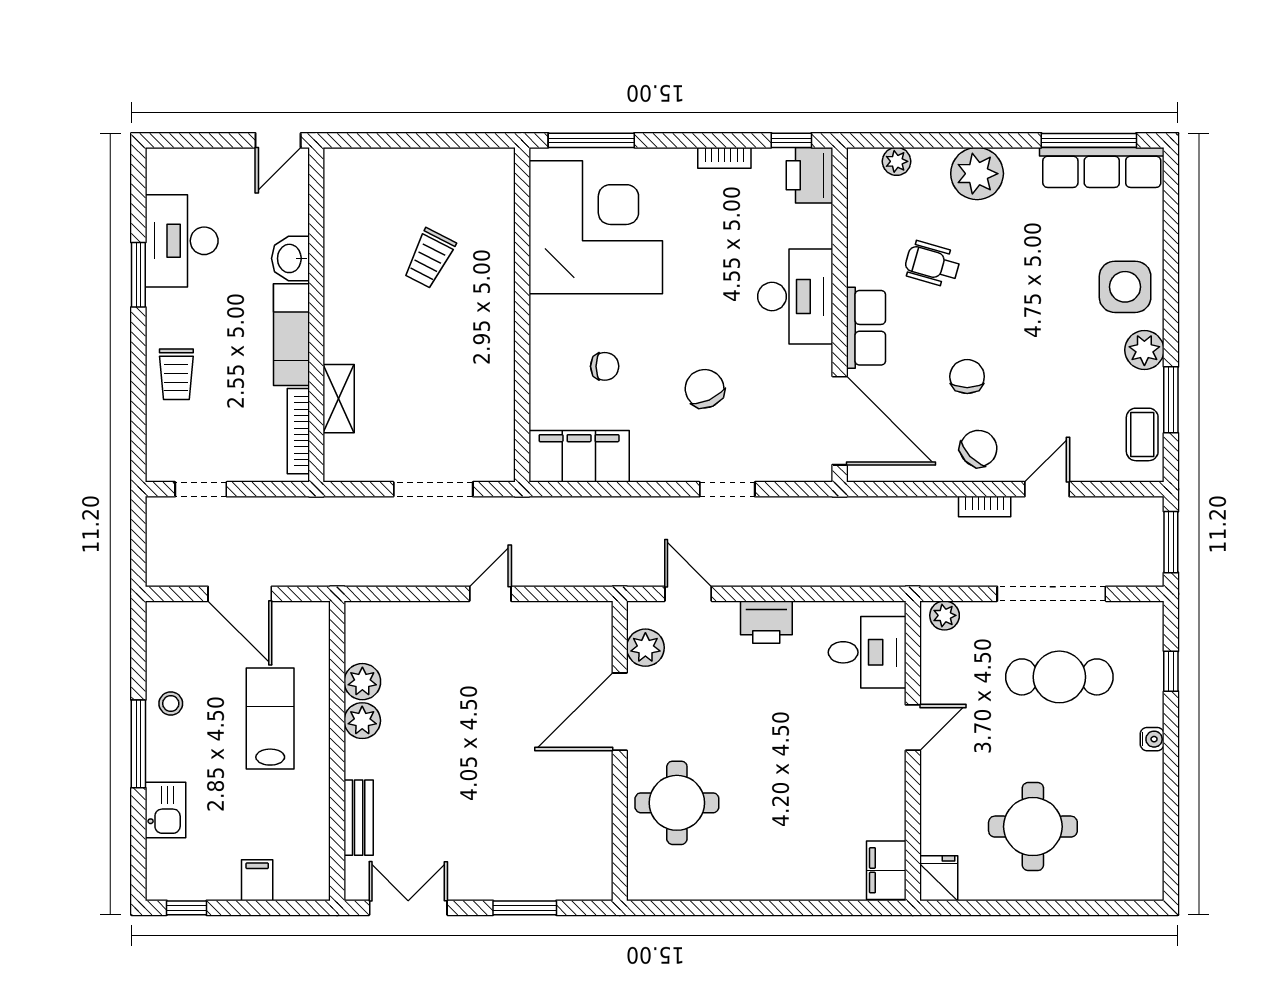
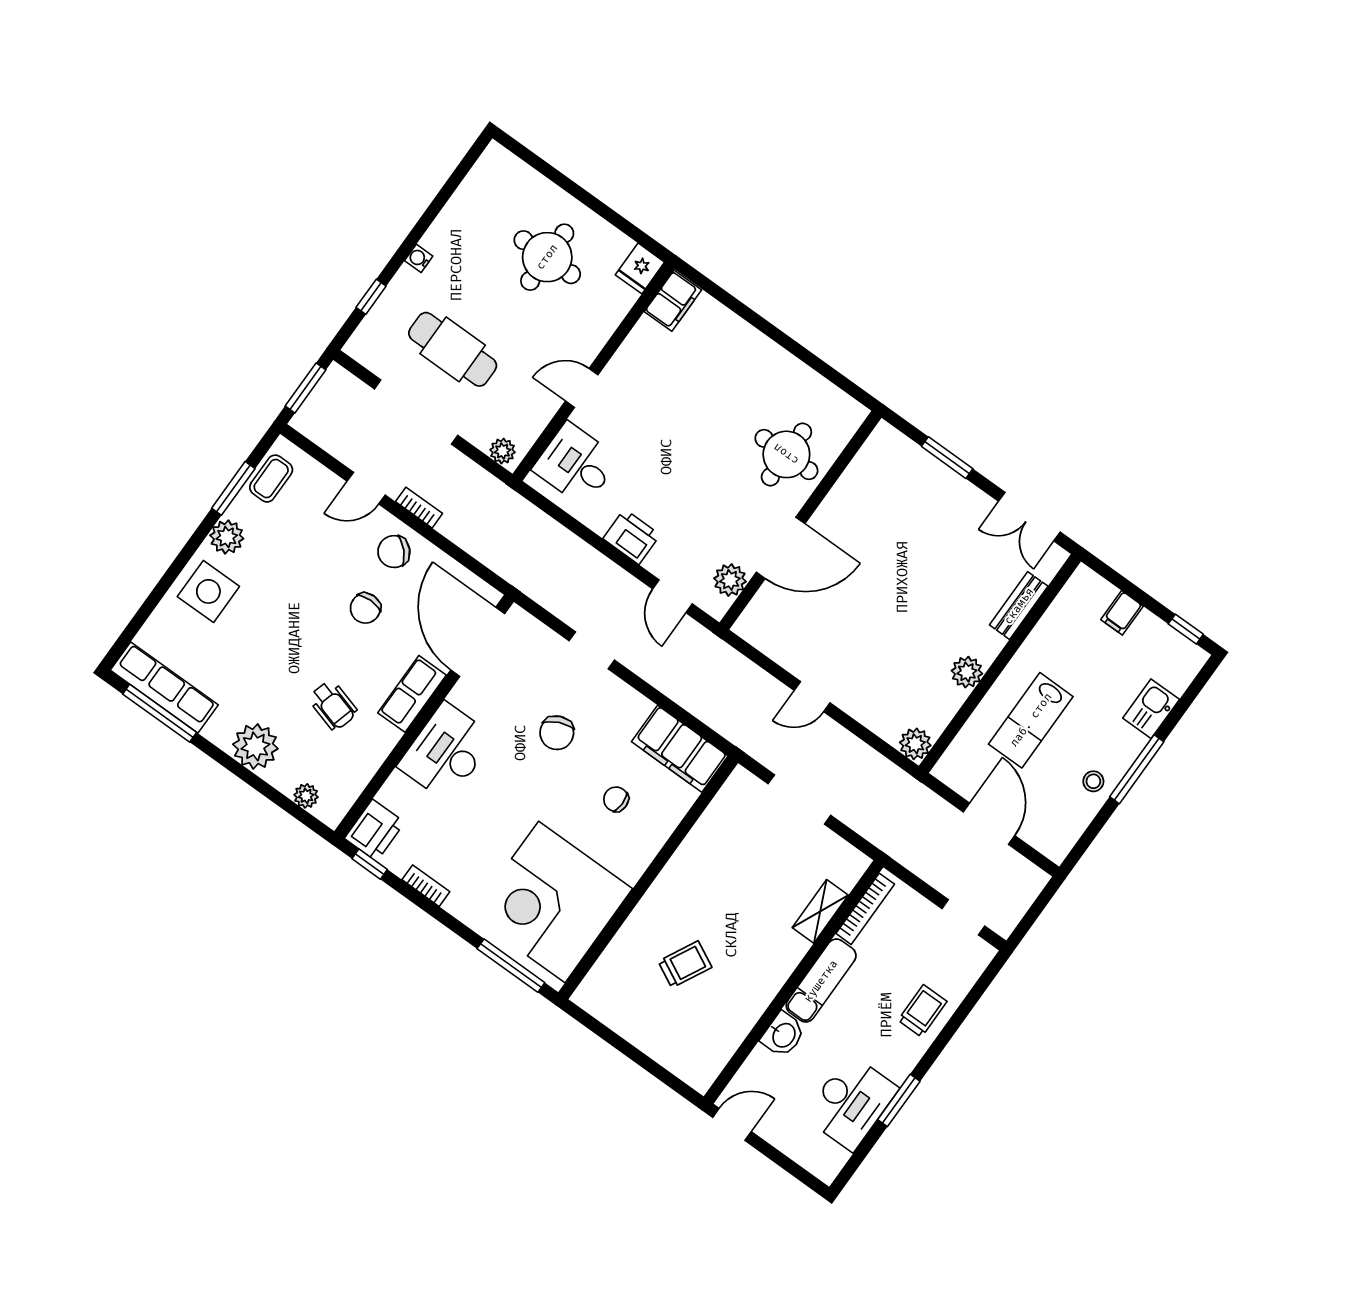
plant: (362, 682) -> (915, 744), moved

